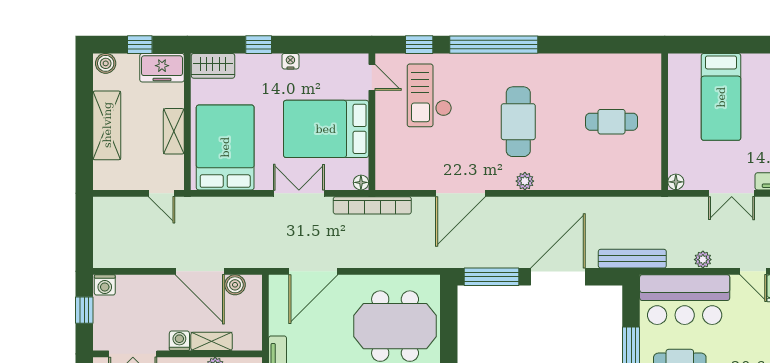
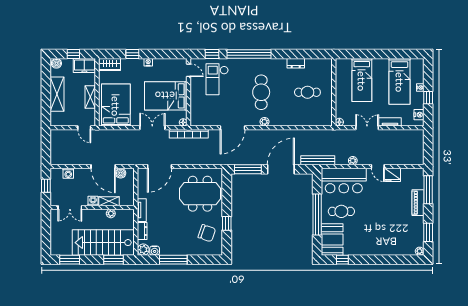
dresser: (588, 63) -> (296, 63), added
double door: (732, 193) -> (367, 128), swing flipped
washing machine: (105, 285) -> (68, 173), moved

